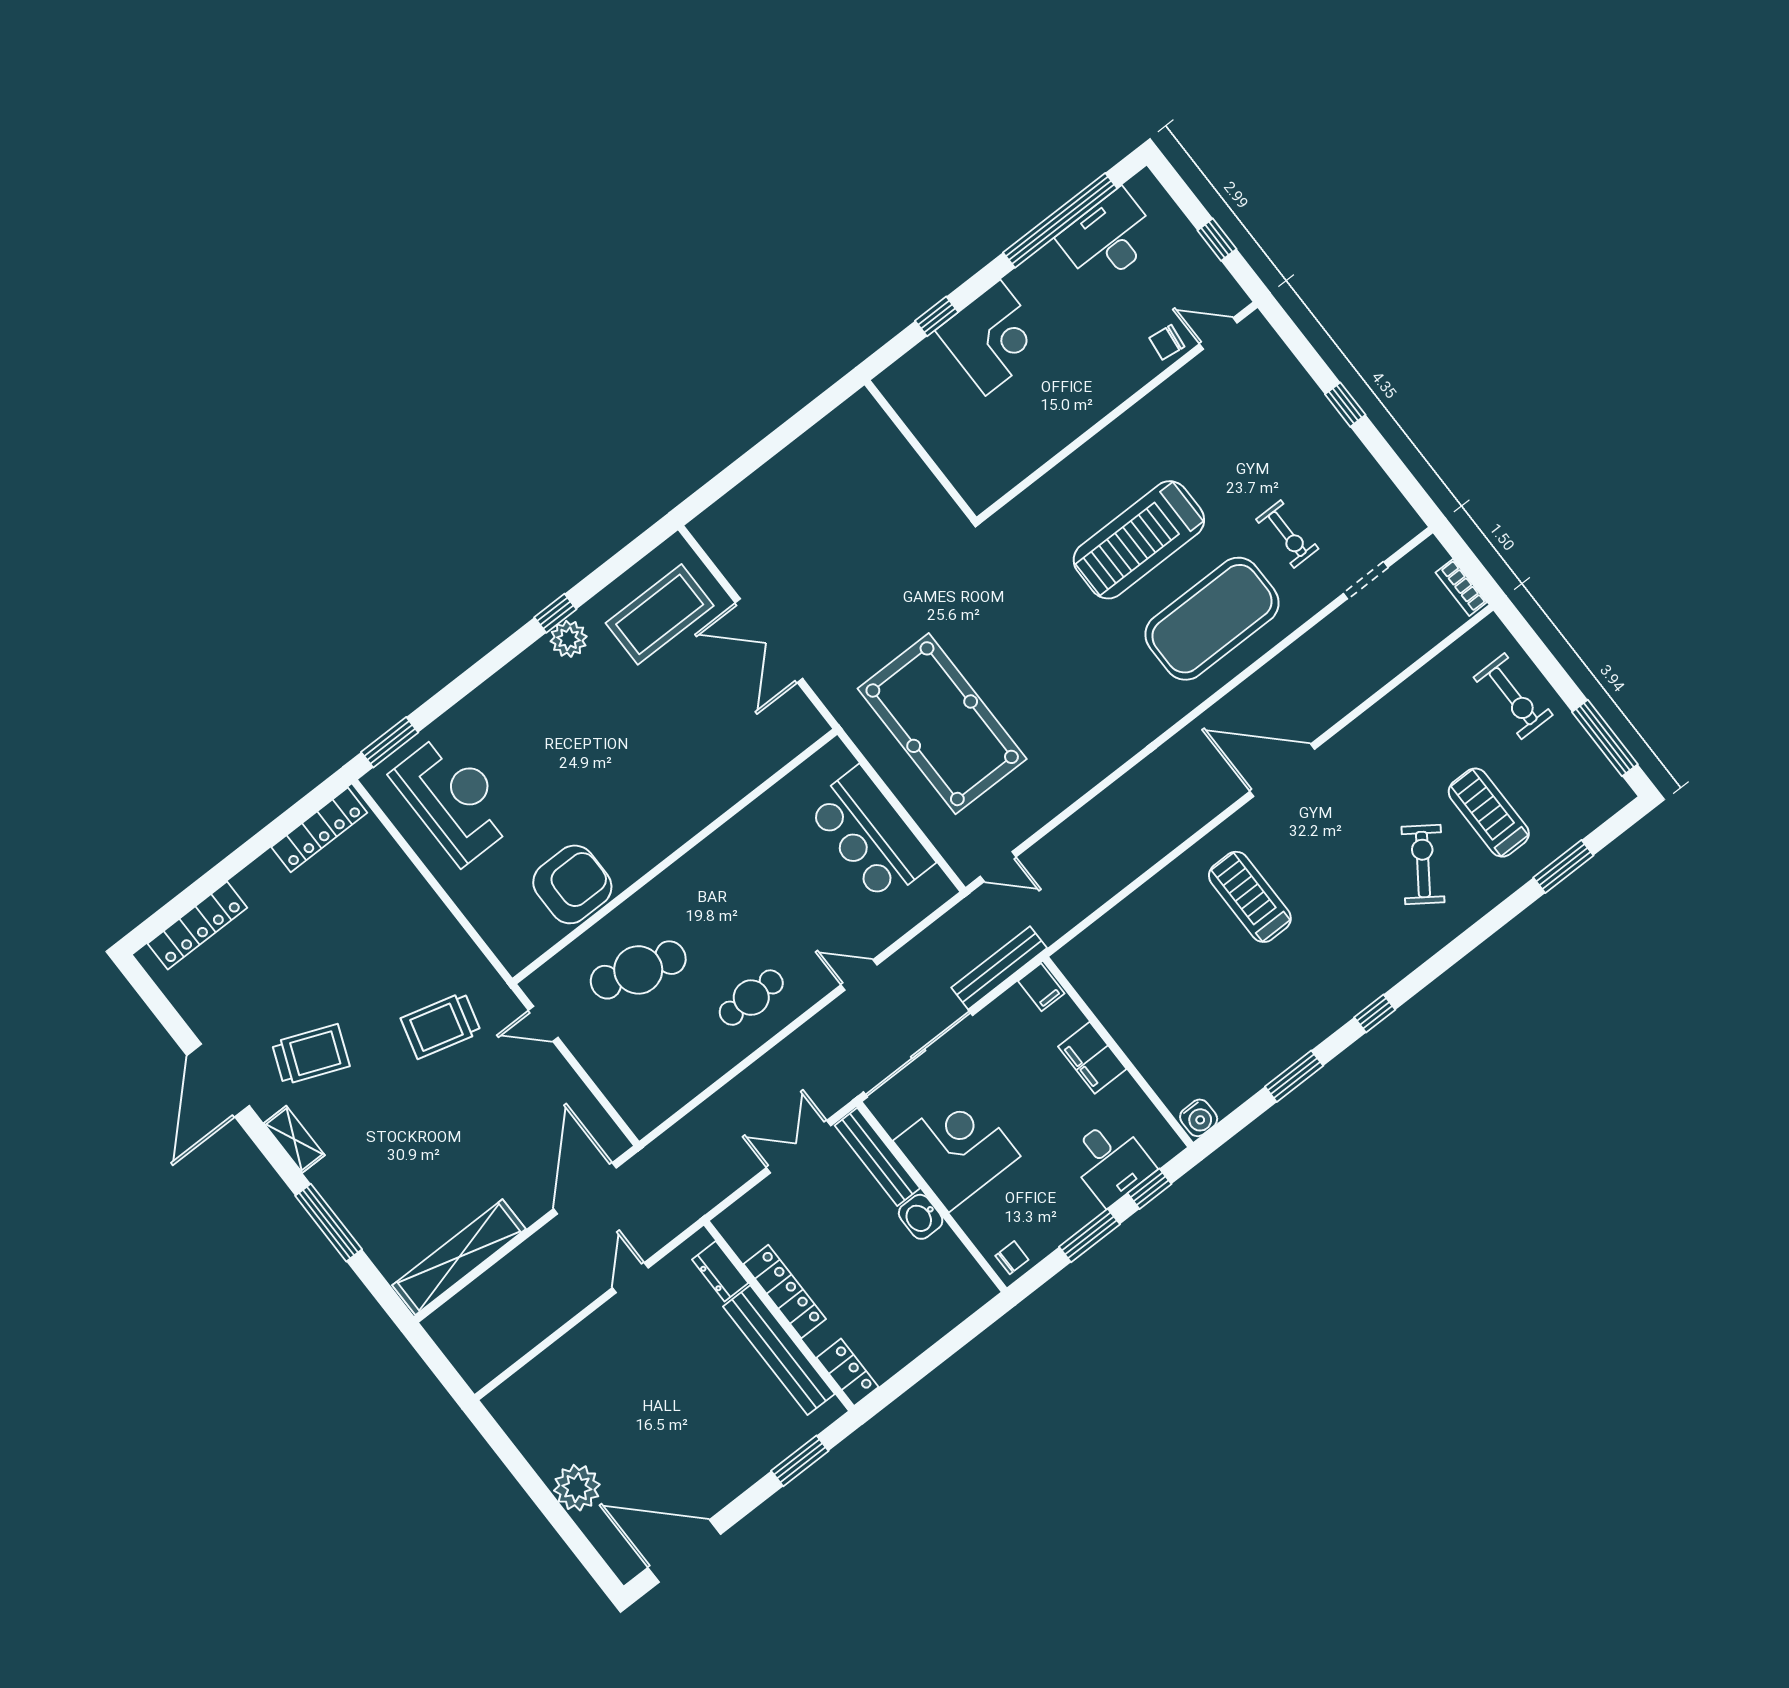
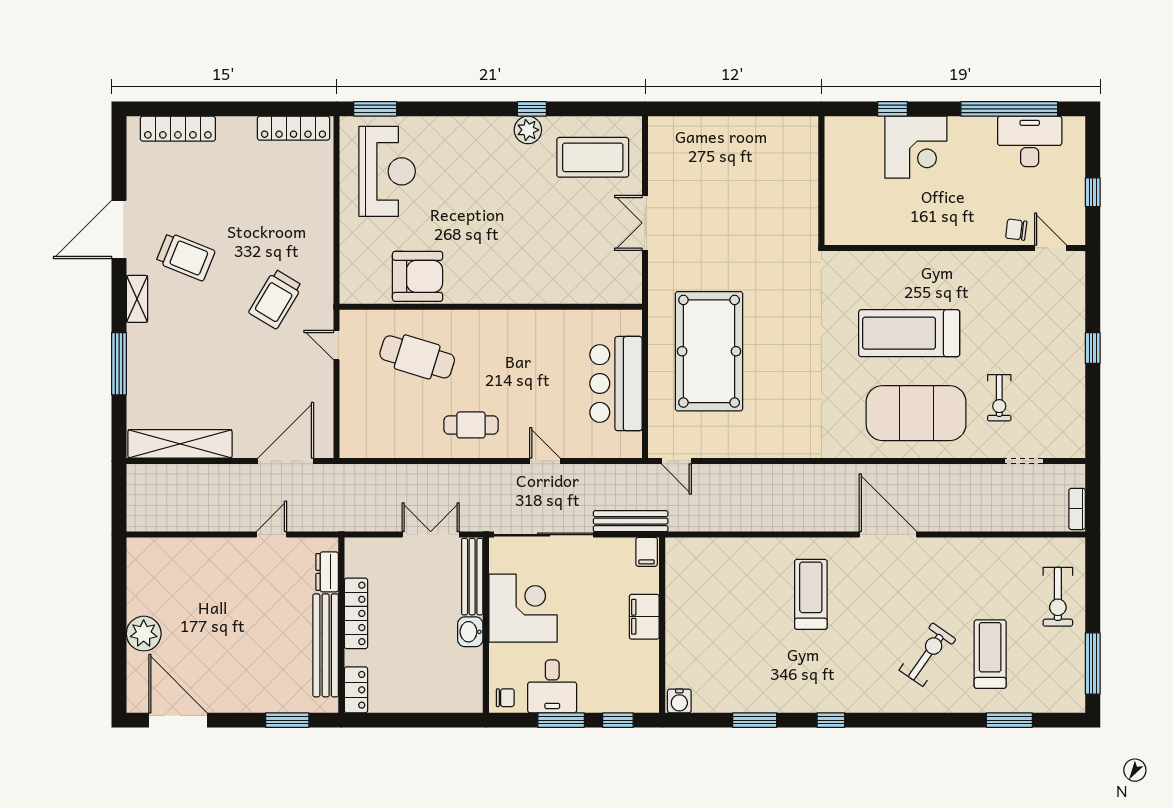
double door: (769, 641) -> (645, 223), width x0.73
trolley: (441, 1025) -> (276, 299), turned -74
desk: (1111, 1162) -> (552, 686), moved

